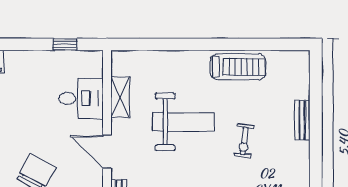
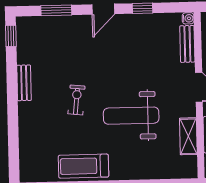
bench: (302, 120) -> (24, 83), moved

